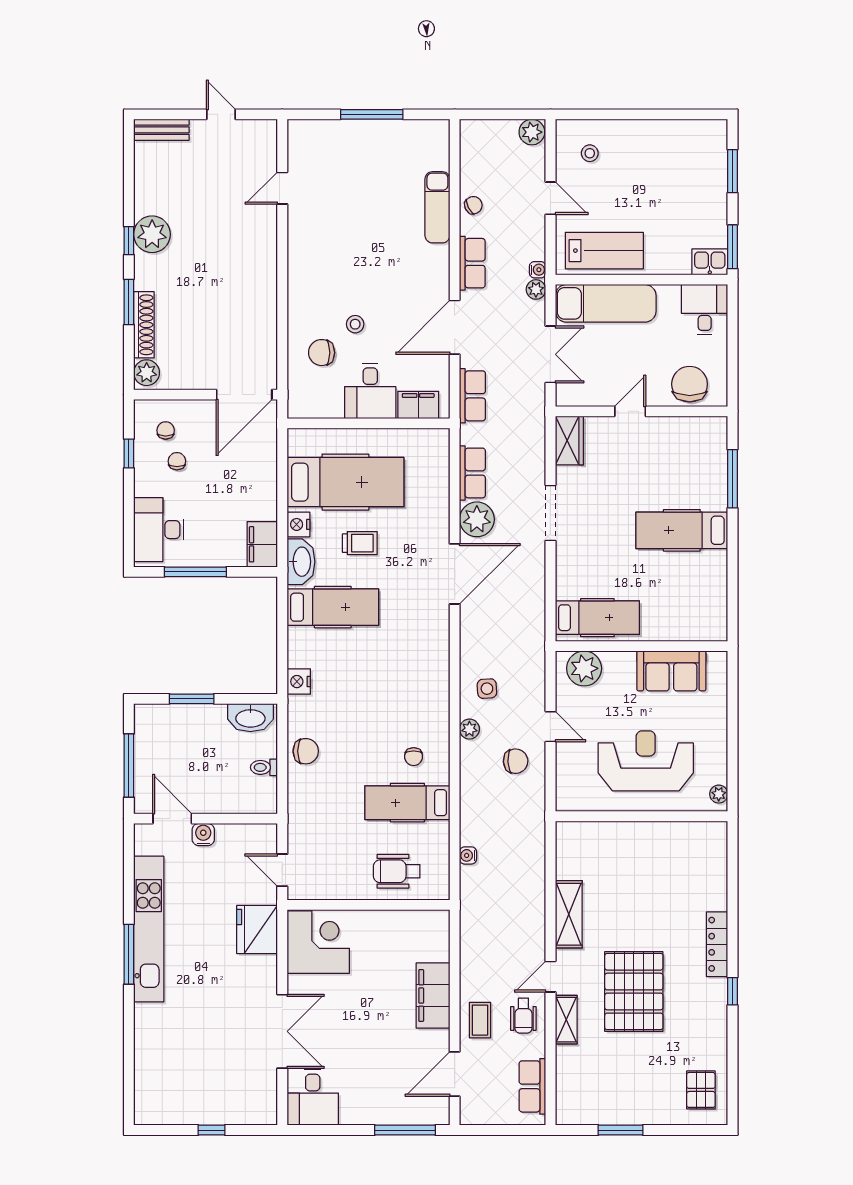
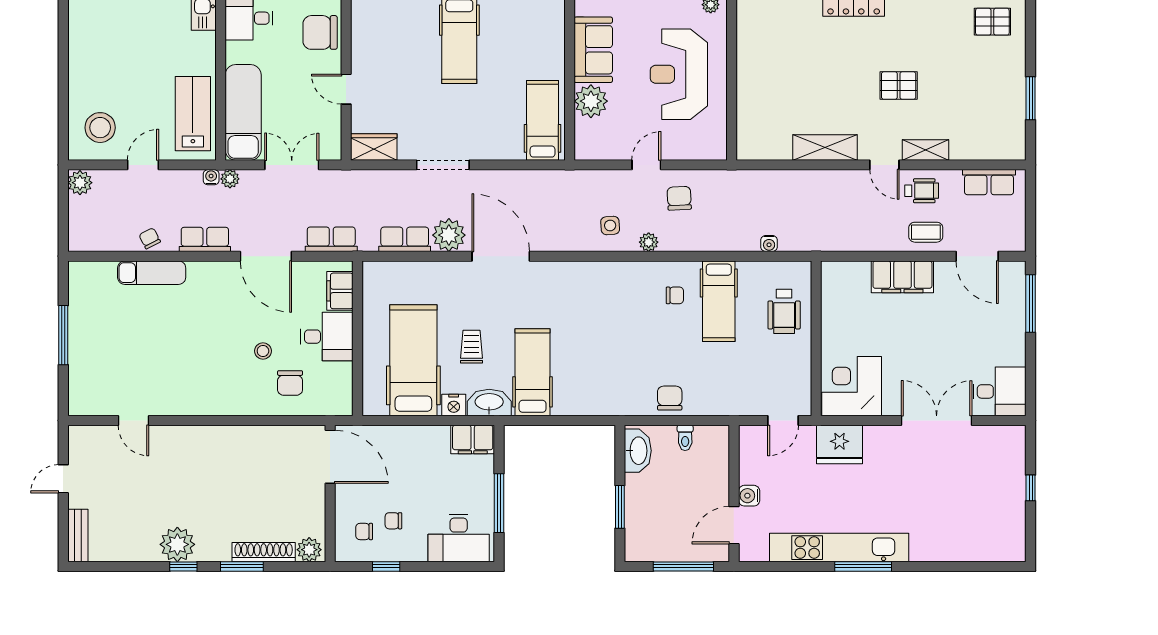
stool: (590, 153) -> (100, 128), width x1.89, depth x1.89
plant: (584, 668) -> (591, 101), moved
nightstand: (299, 682) -> (603, 405), removed
pallet: (634, 992) -> (899, 86), width x0.49, depth x0.50

